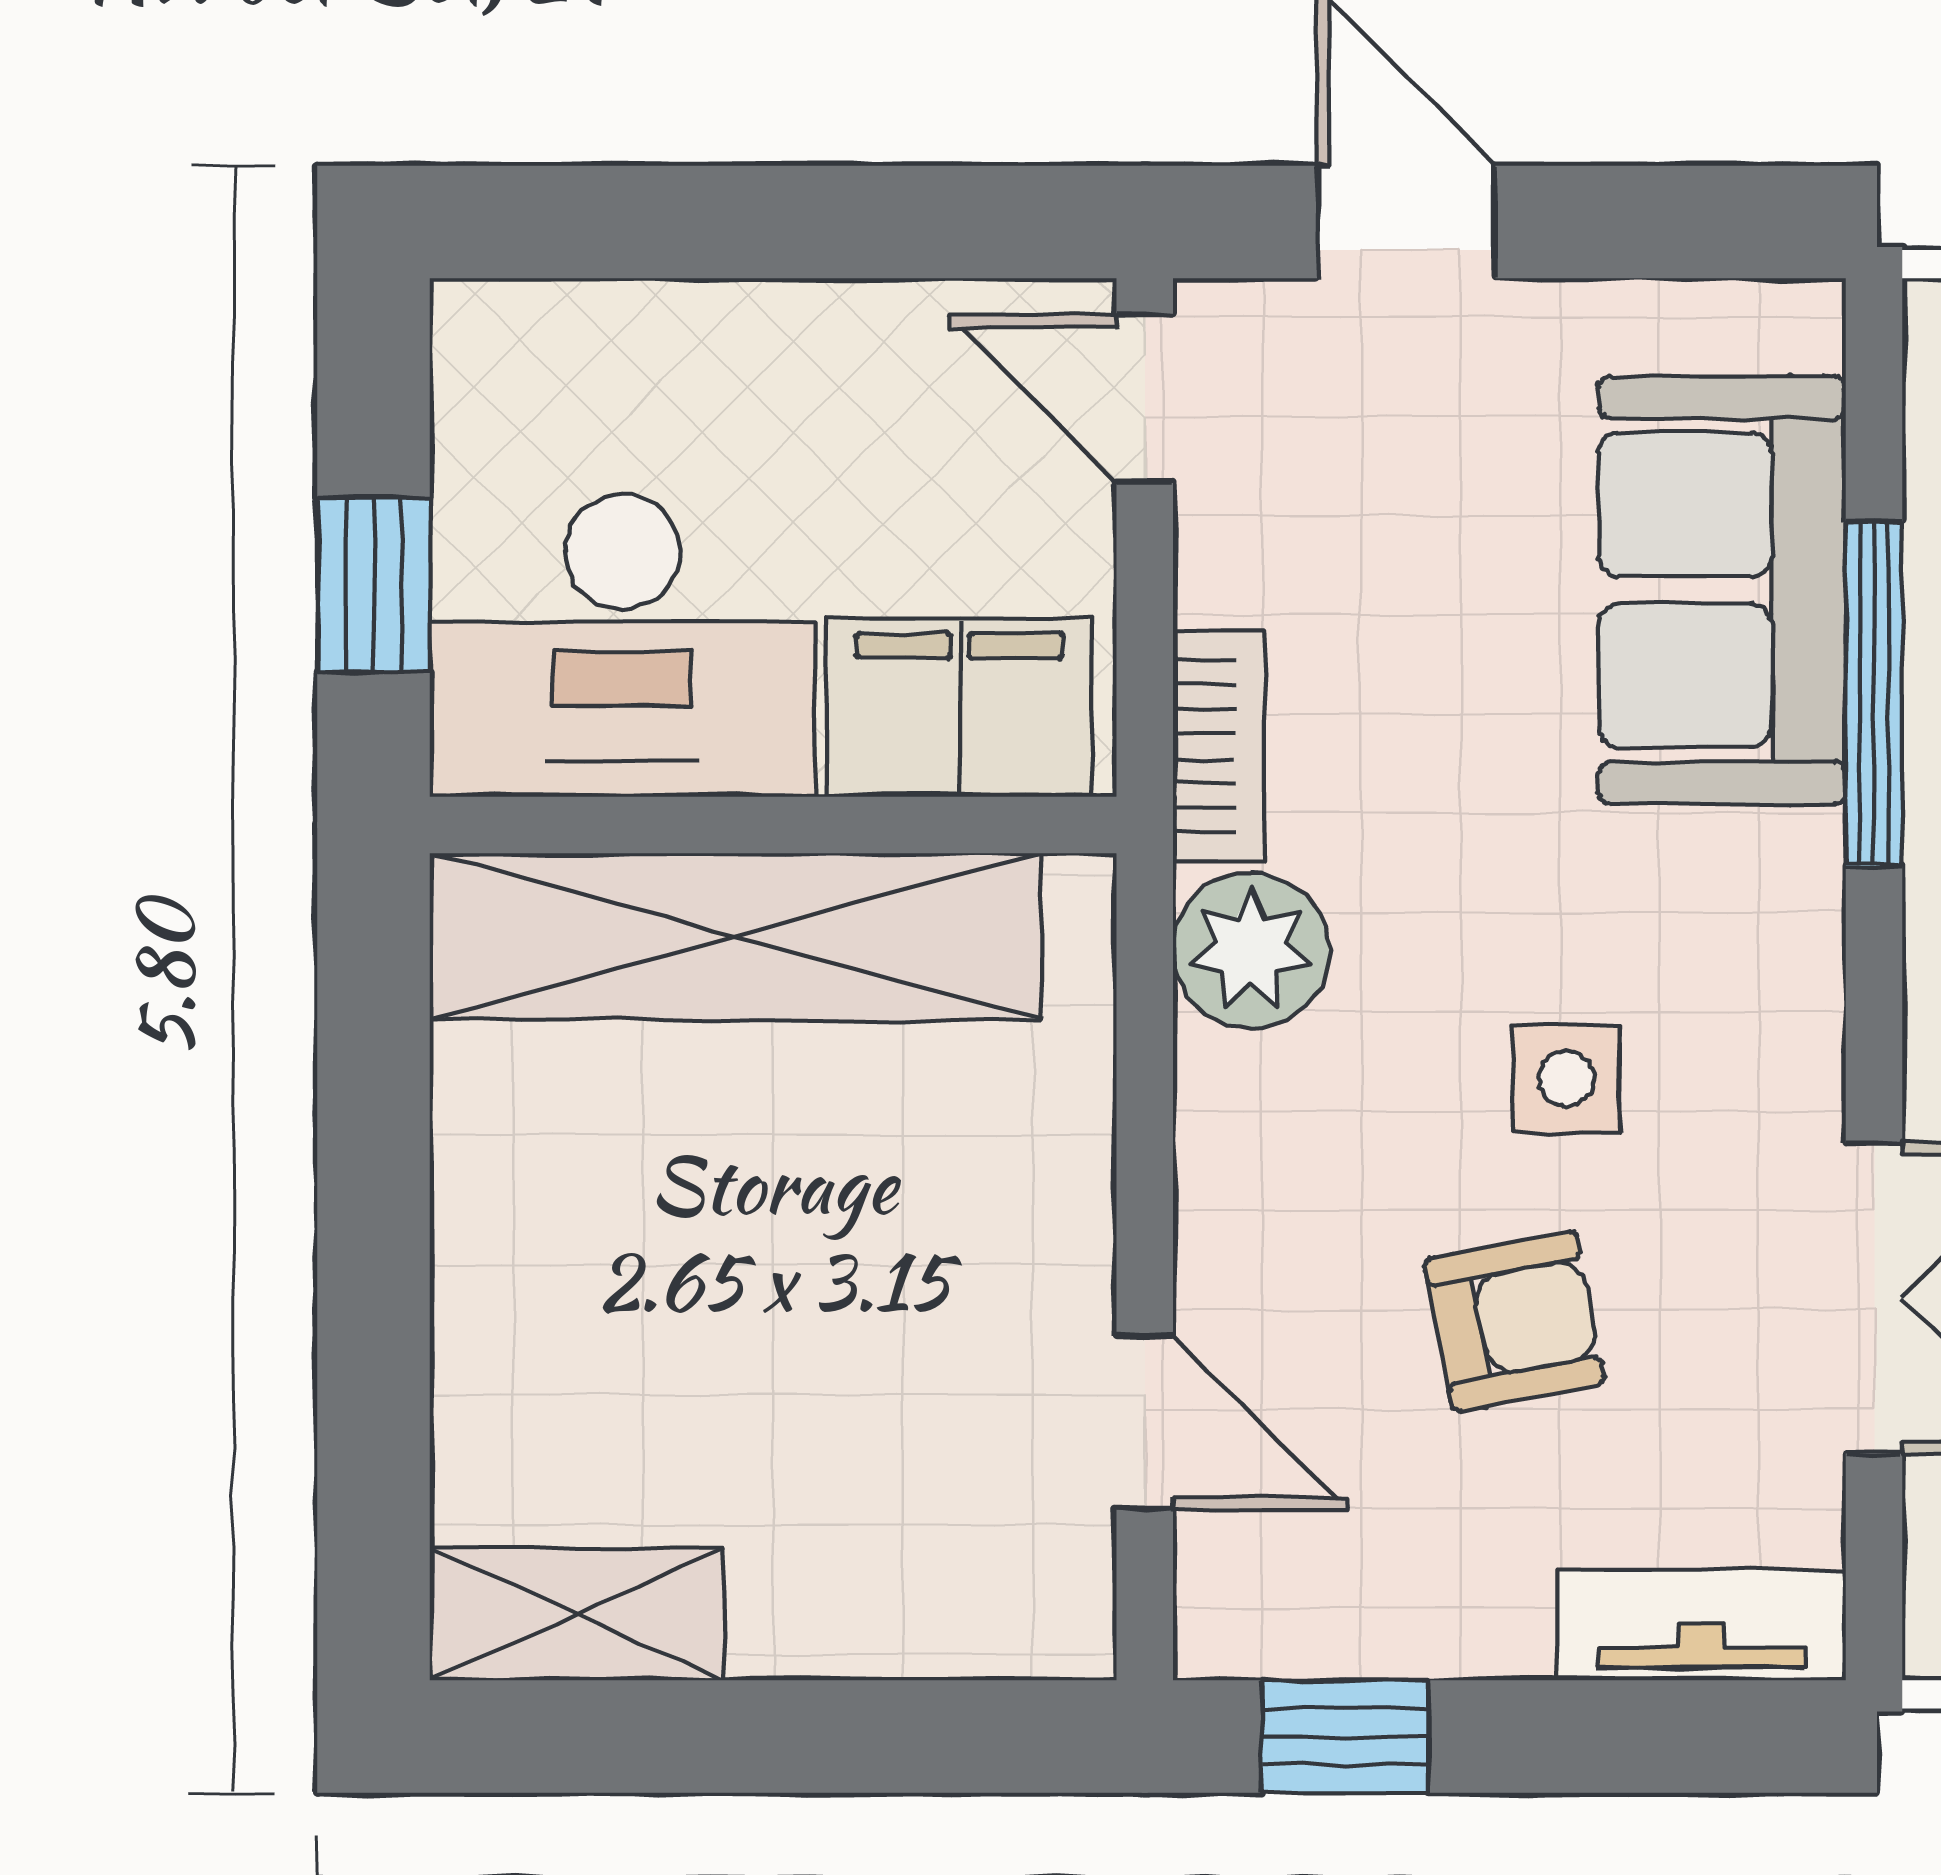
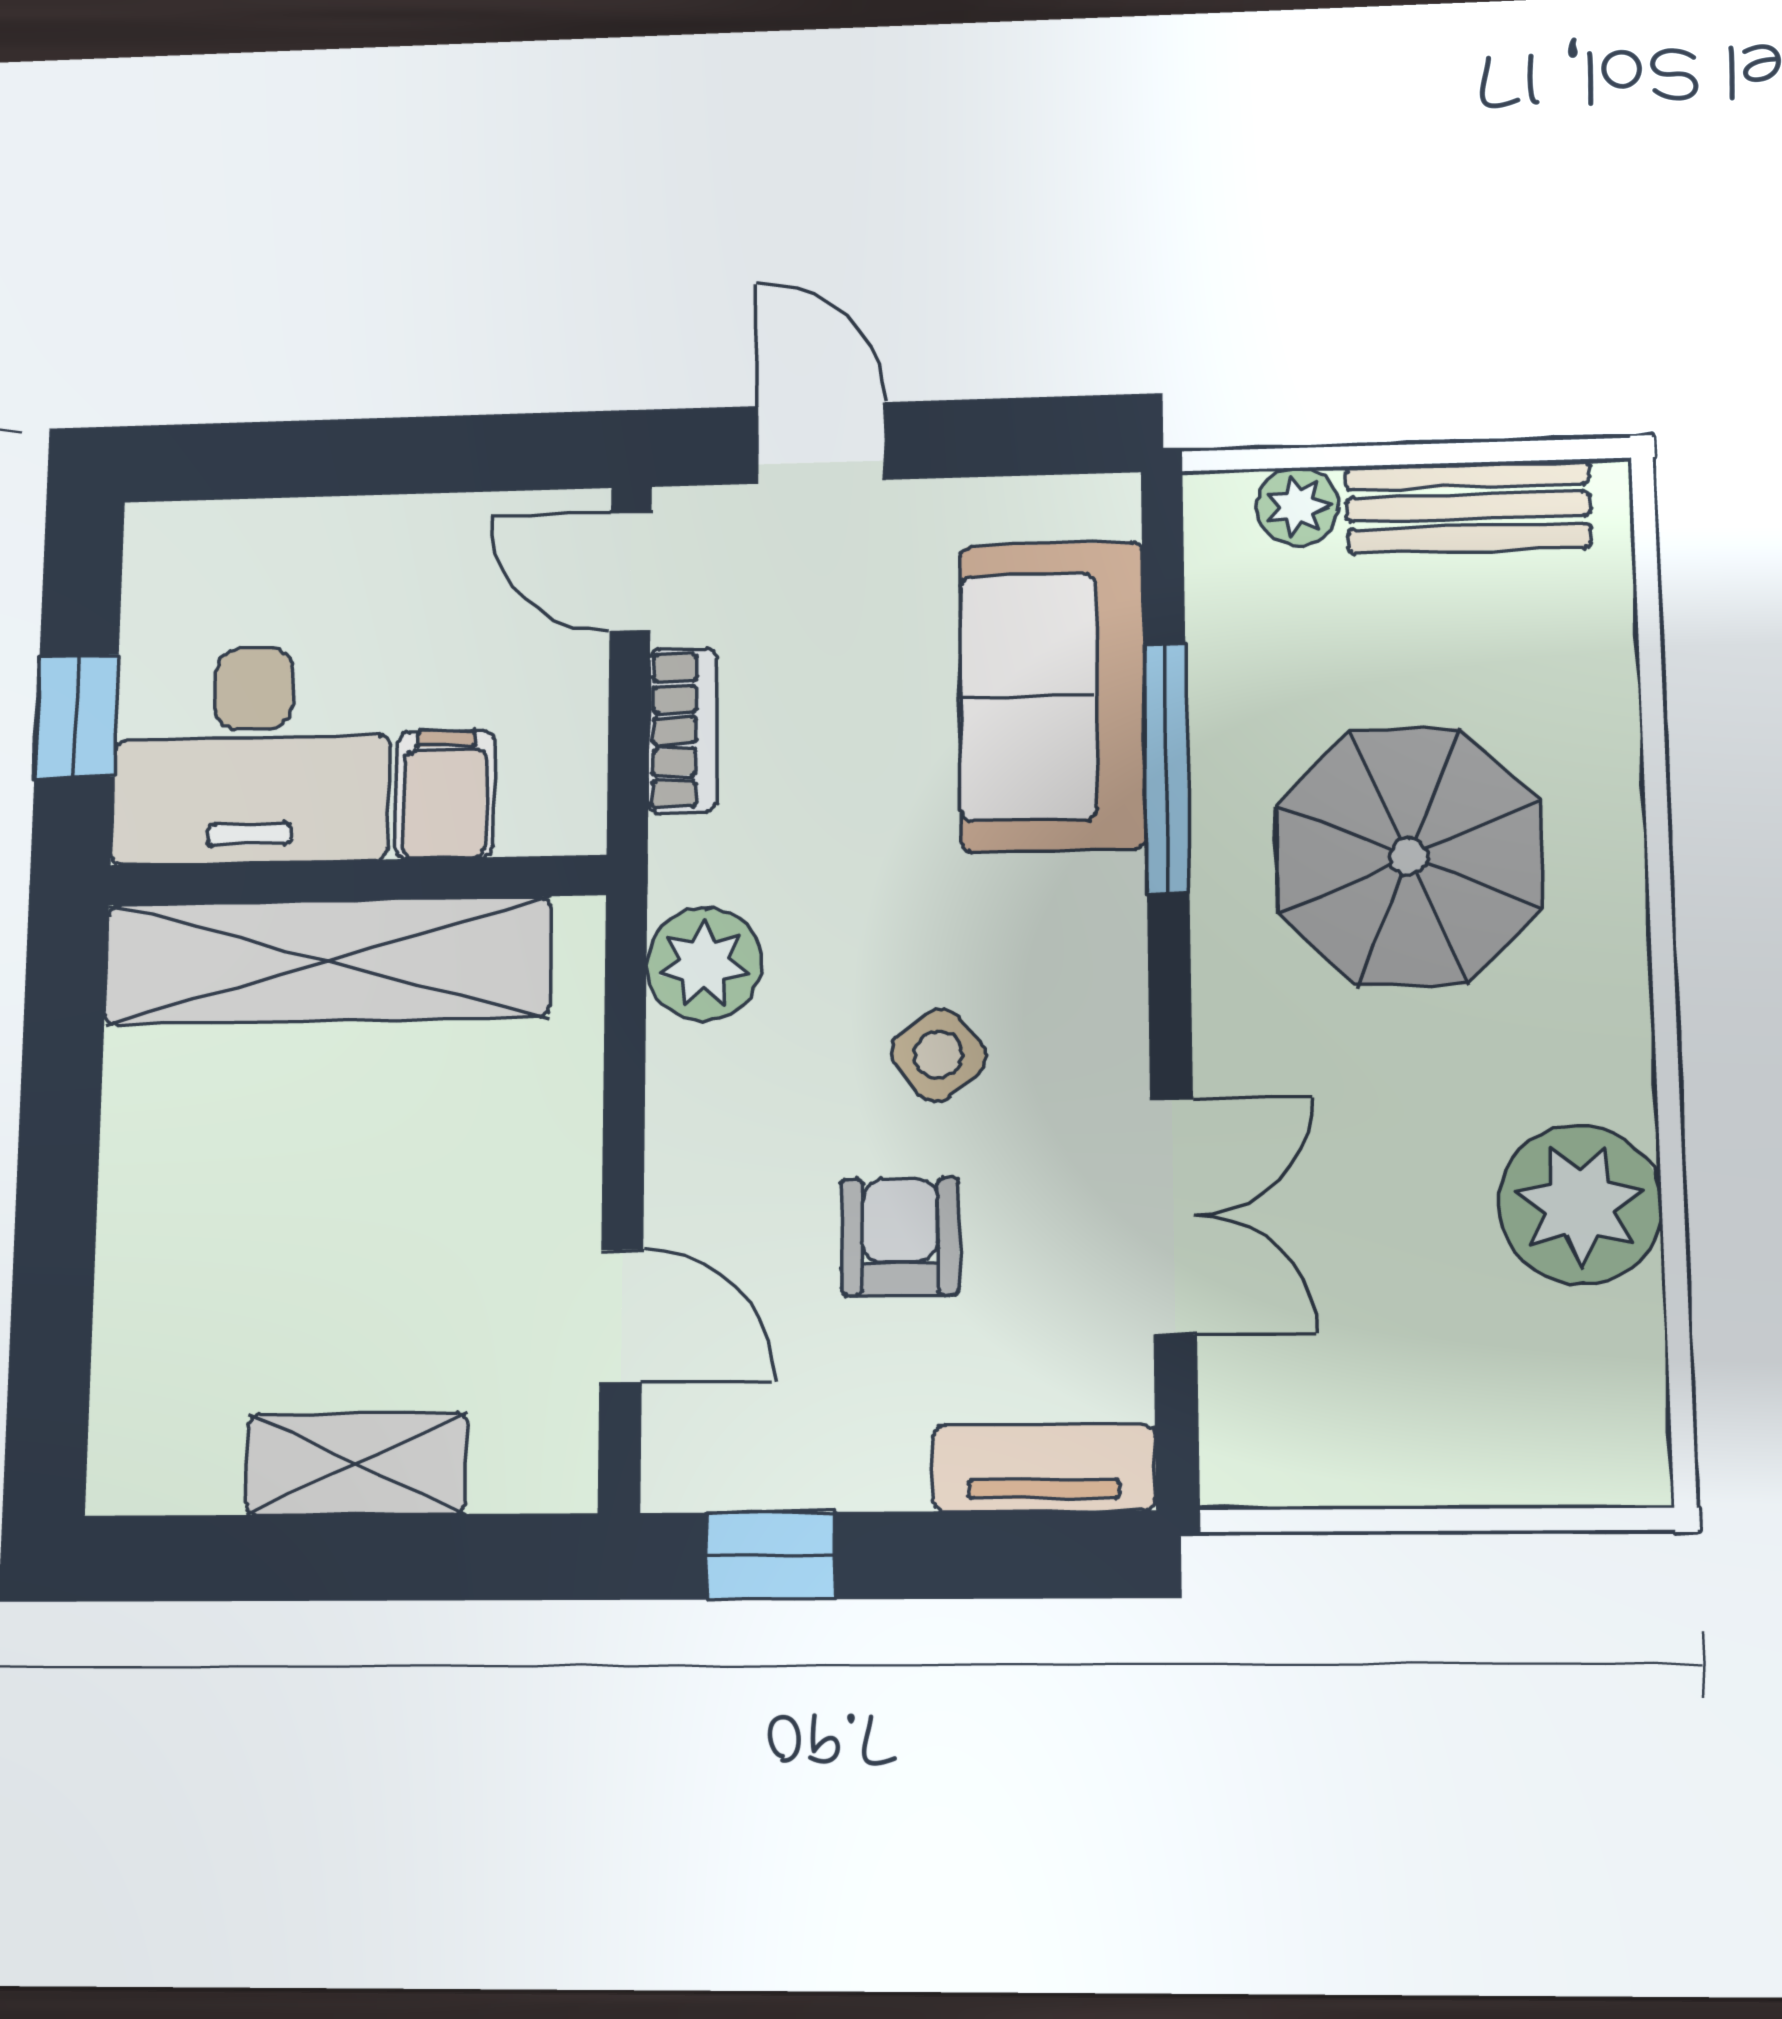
filing cabinet: (960, 708) -> (445, 794), width x0.50
bookcase: (1219, 746) -> (683, 730), moved
side table: (1566, 1079) -> (938, 1055), turned -37
armchair: (1515, 1321) -> (900, 1237), turned -79
shelving: (577, 1614) -> (357, 1464), moved

